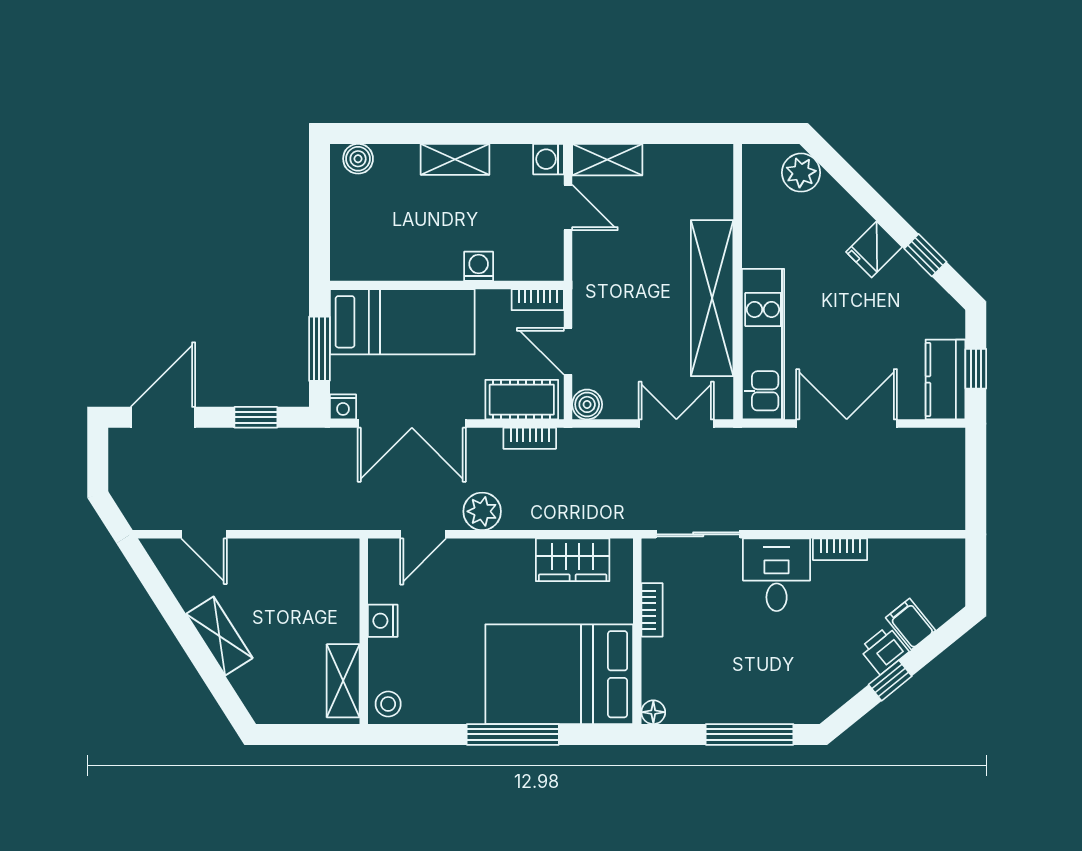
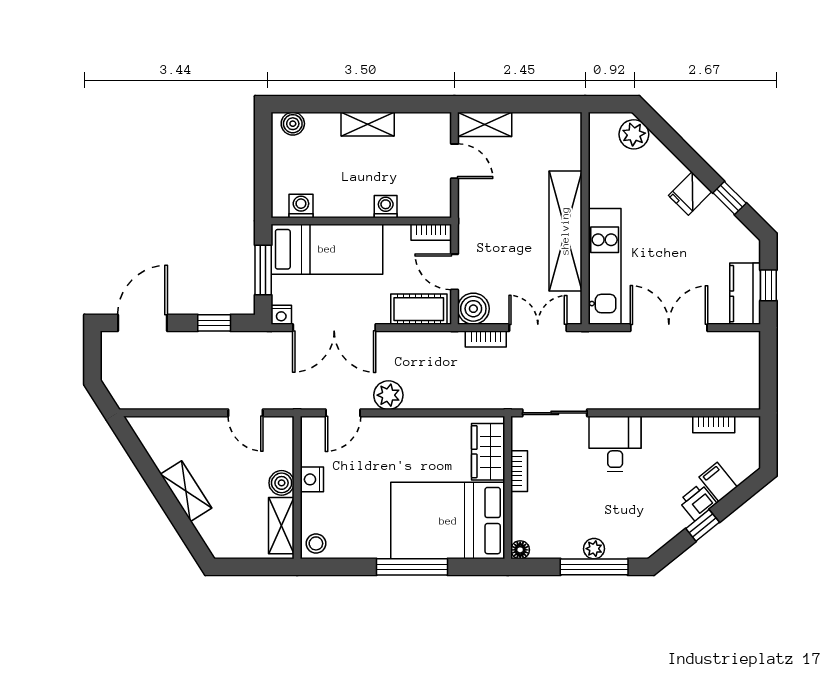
washing machine: (549, 159) -> (301, 206), moved, turned 90
boiler: (587, 404) -> (473, 309), width x1.36, depth x1.36
bookcase: (530, 438) -> (486, 339), moved
door: (204, 534) -> (246, 413), moved
bookcase: (840, 549) -> (714, 424), moved
wardrobe: (573, 560) -> (488, 452), moved, turned 90
boiler: (343, 625) -> (282, 483), added
plant: (749, 711) -> (594, 549), added

